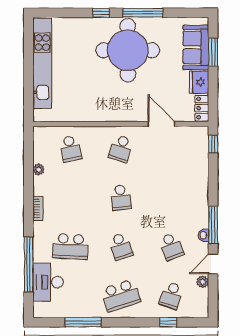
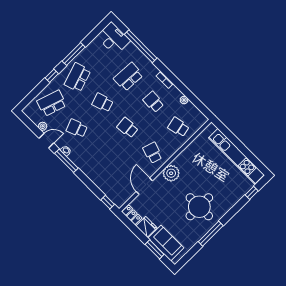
window: (101, 13) -> (252, 193), moved
round table: (128, 50) -> (199, 207), width x0.73, depth x0.73
plant: (123, 111) -> (171, 173), added
door: (161, 124) -> (144, 186), swing flipped
school desk: (70, 198) -> (153, 102), added
door: (213, 264) -> (46, 141), hinge flipped
desk: (48, 282) -> (113, 39), moved
school desk: (171, 295) -> (52, 103), width x1.85
window: (83, 322) -> (74, 54), moved
window: (168, 322) -> (52, 76), moved

